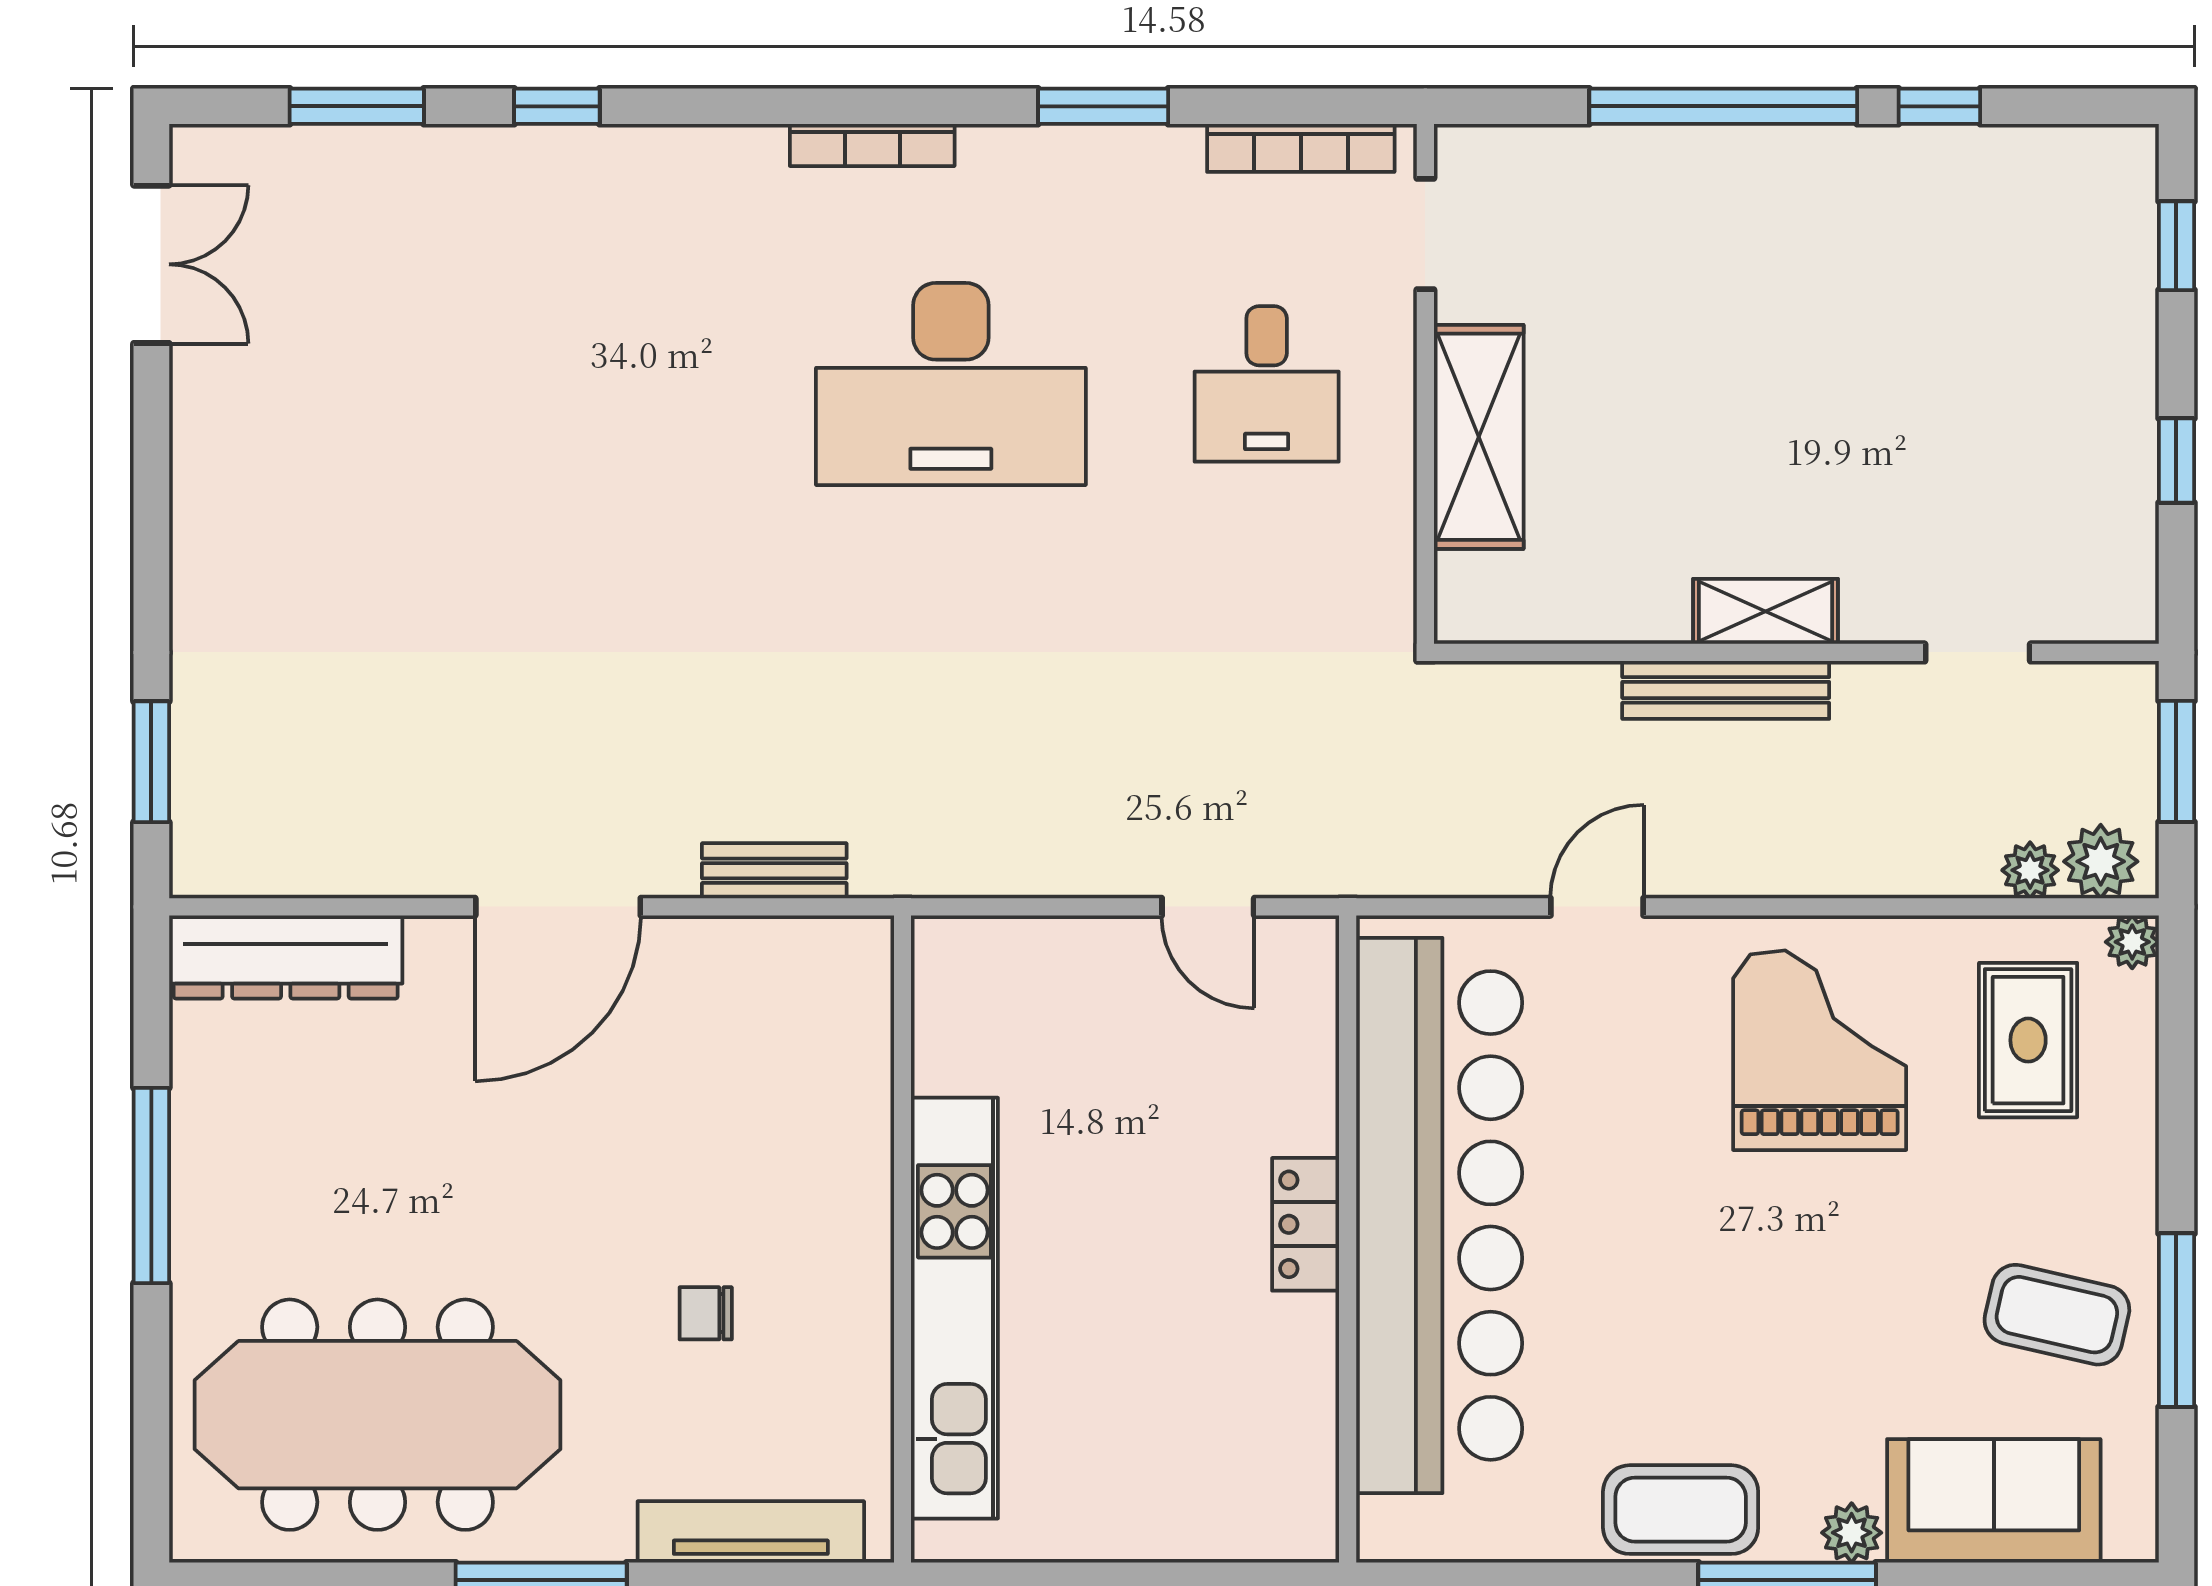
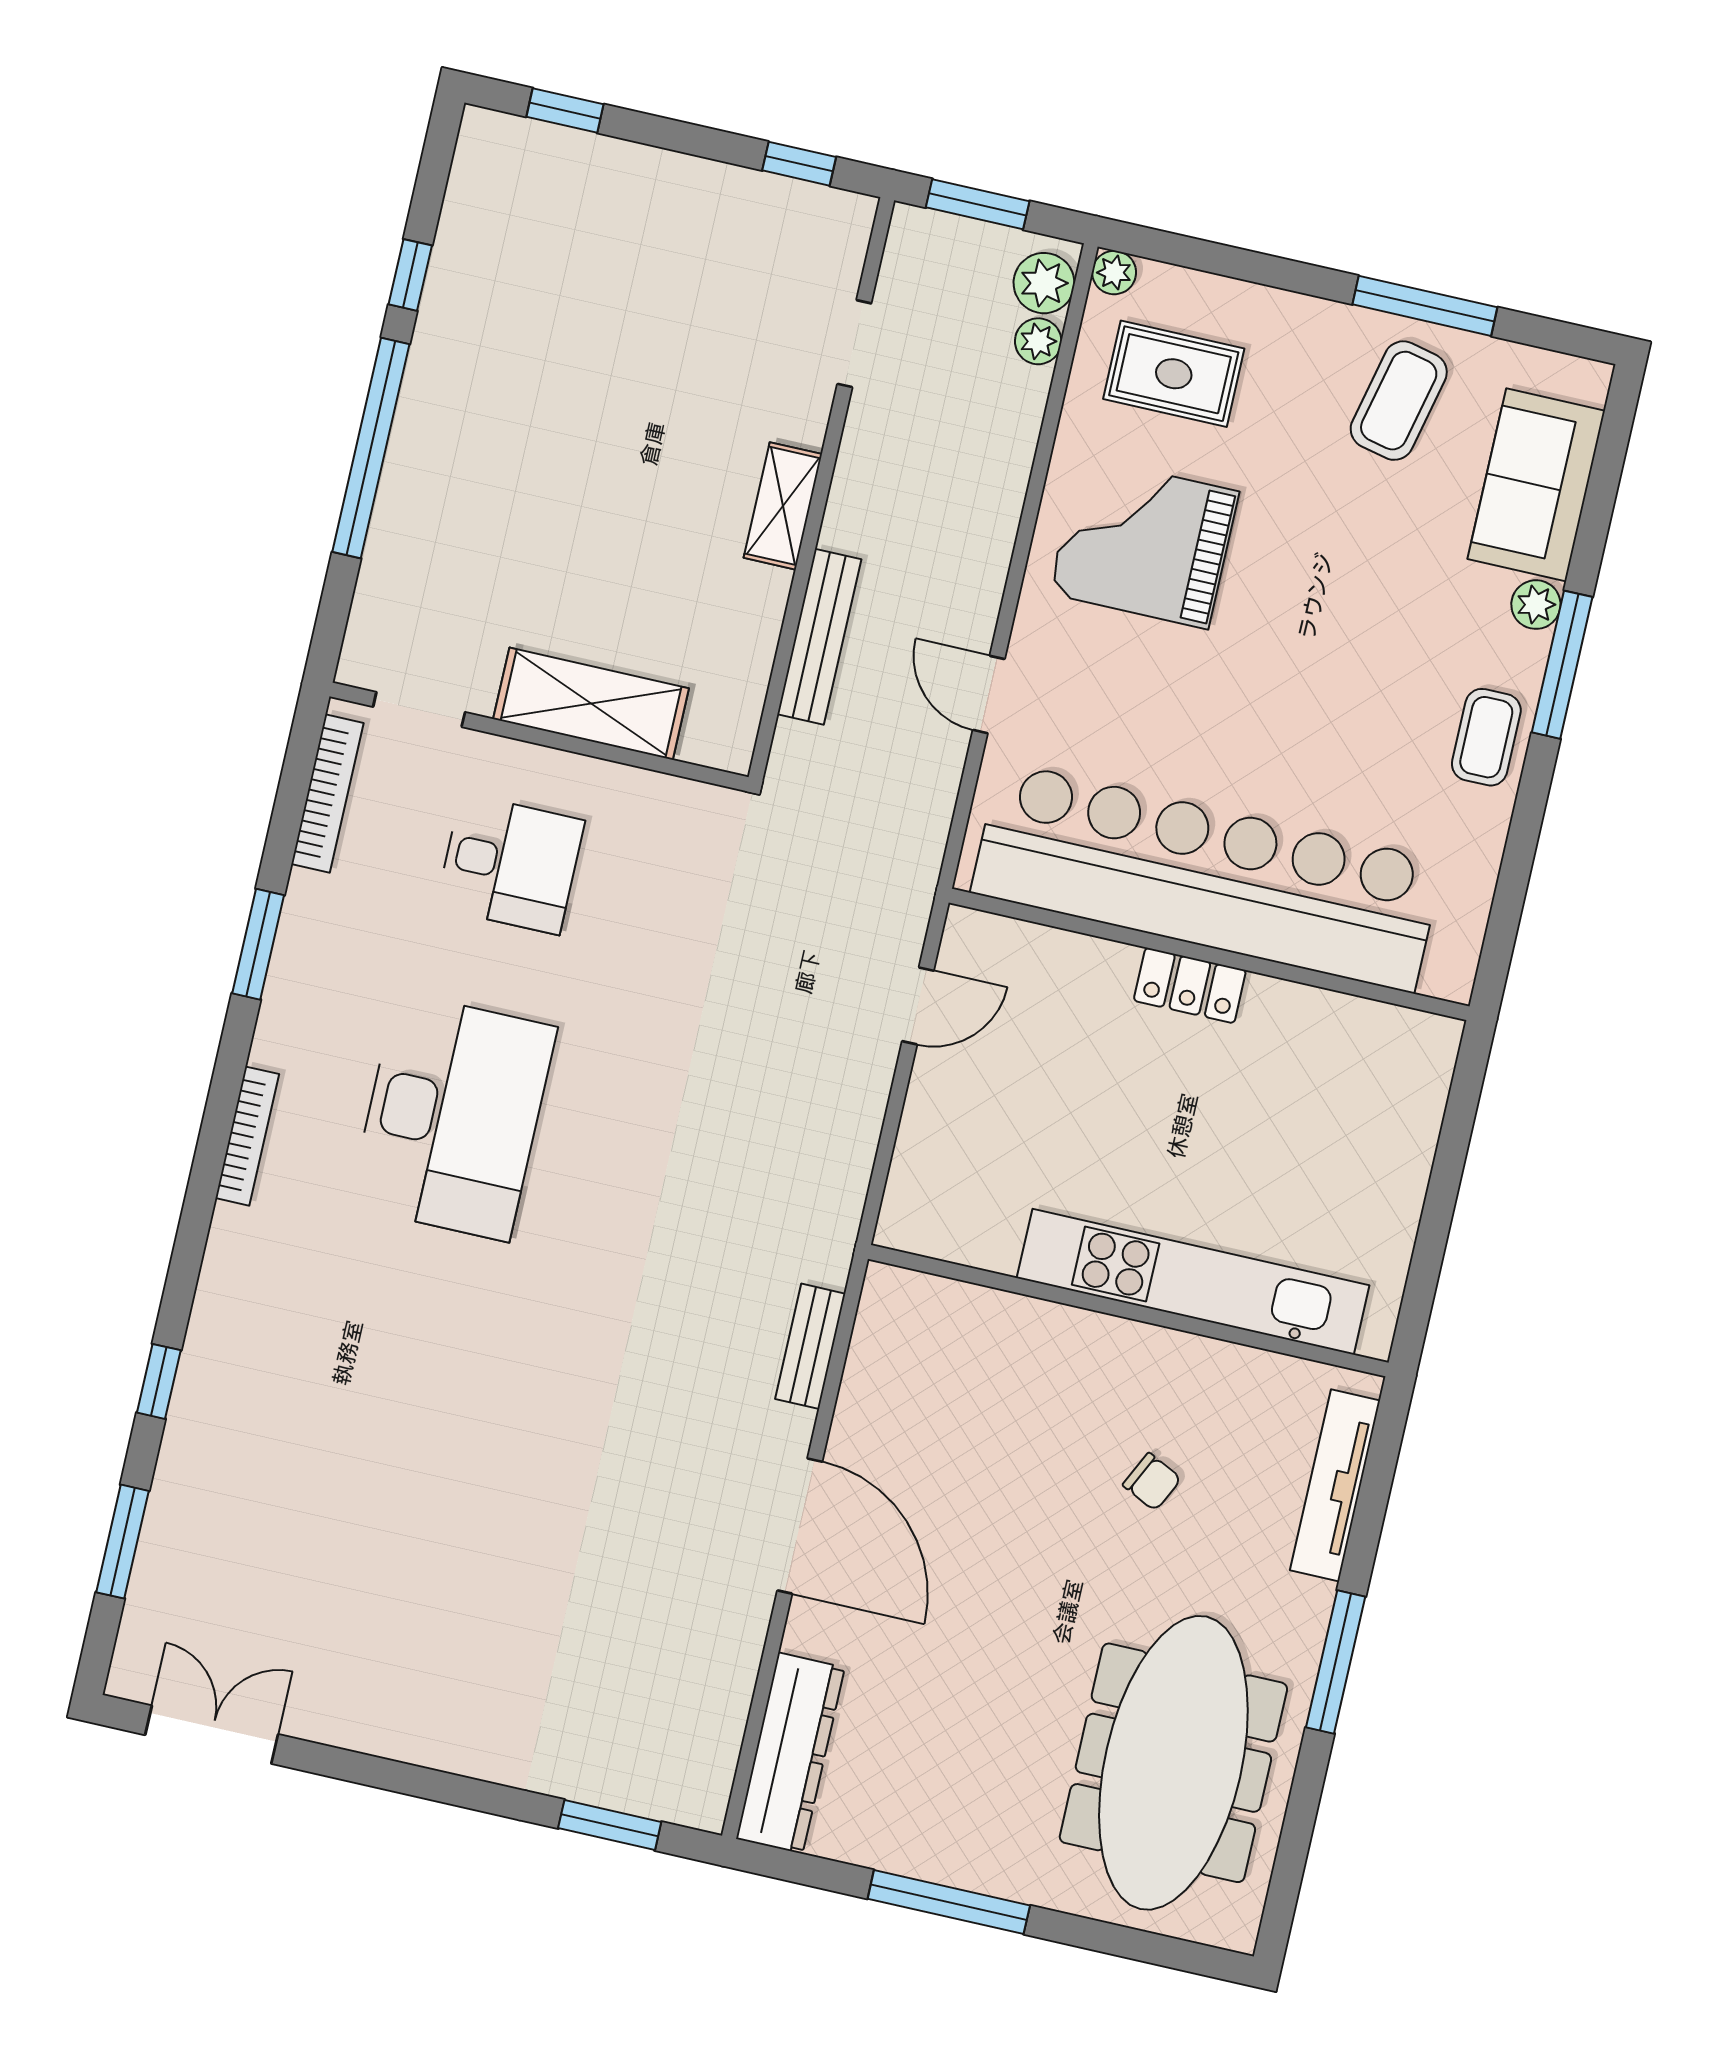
window: (2176, 461) -> (799, 164), moved
bench: (1726, 690) -> (819, 637), moved
chair: (706, 1313) -> (1152, 1482), turned -64
coffee table: (1681, 1510) -> (1486, 737), width x0.73, depth x0.77

